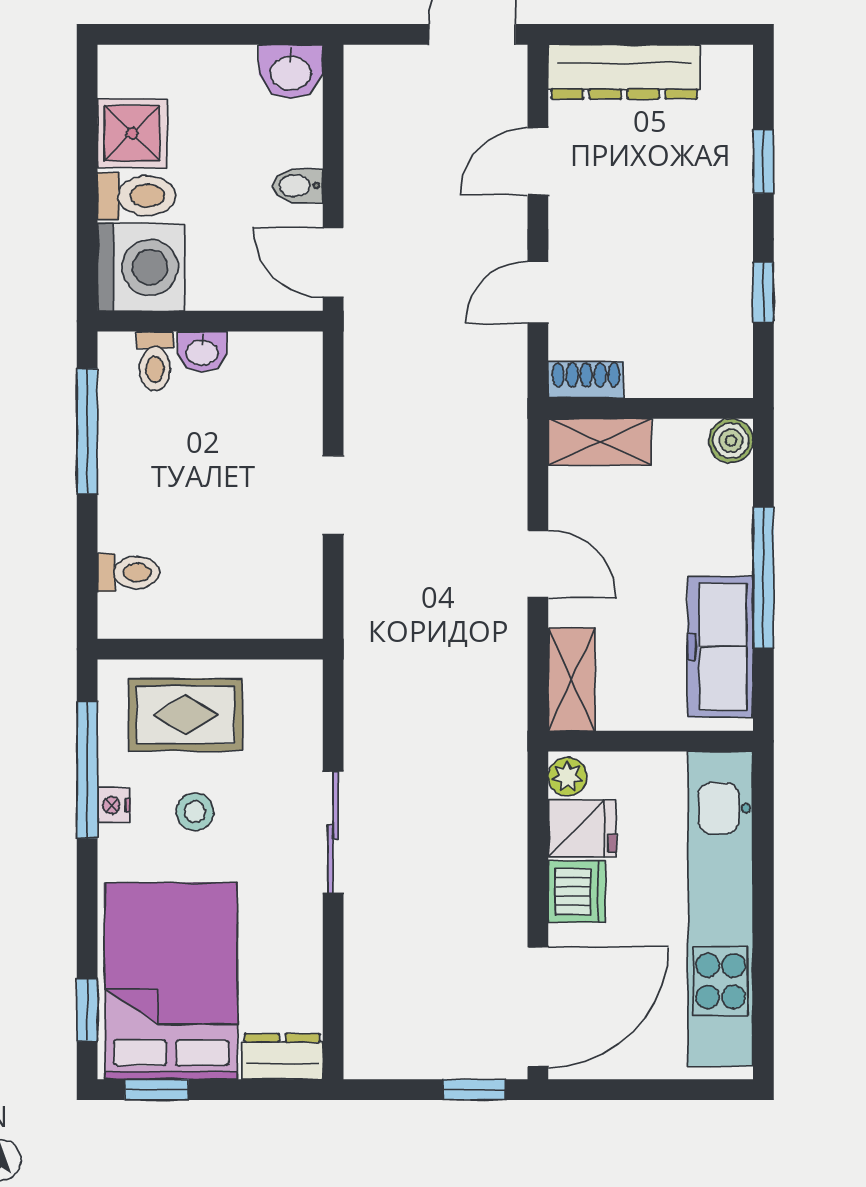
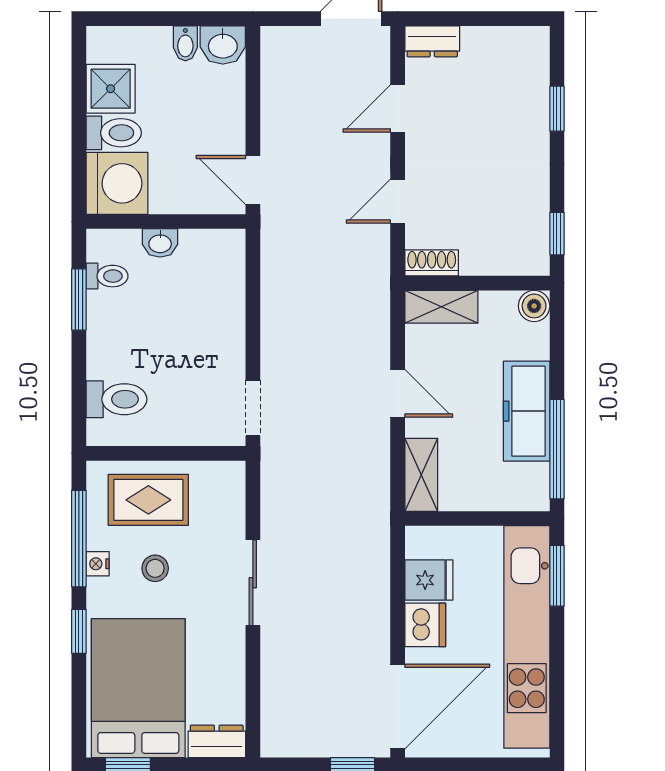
dresser: (624, 72) -> (432, 41), width x0.51, depth x0.80
bidet: (298, 186) -> (185, 43), moved, turned -90
window: (763, 292) -> (557, 234), moved
toilet: (155, 361) -> (107, 276), moved, turned -90
window: (87, 431) -> (79, 299), width x0.69
doorway: (333, 495) -> (253, 408), moved
toilet: (128, 573) -> (116, 399), width x1.37, depth x1.39
window: (763, 577) -> (557, 449), moved
freezer: (720, 647) -> (527, 411), moved
plant: (567, 777) -> (418, 543), removed
window: (763, 822) -> (557, 576), added
window: (87, 1010) -> (79, 631), moved

